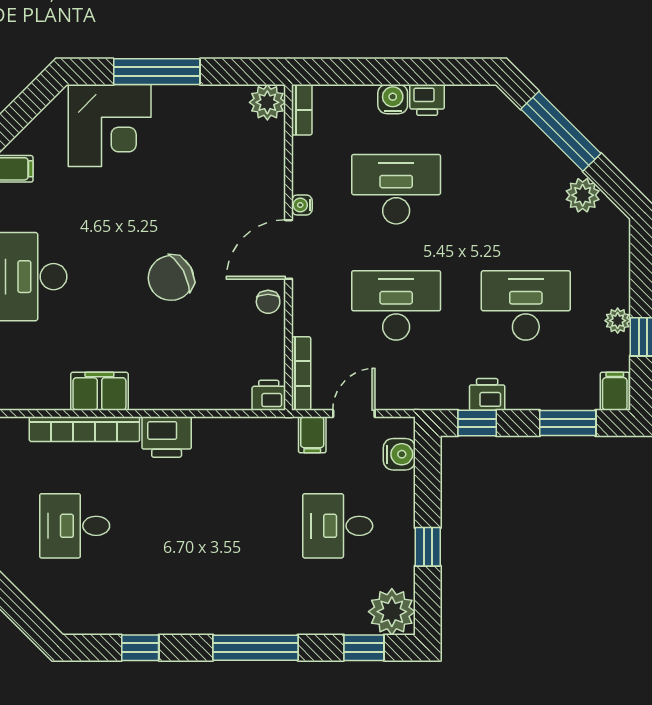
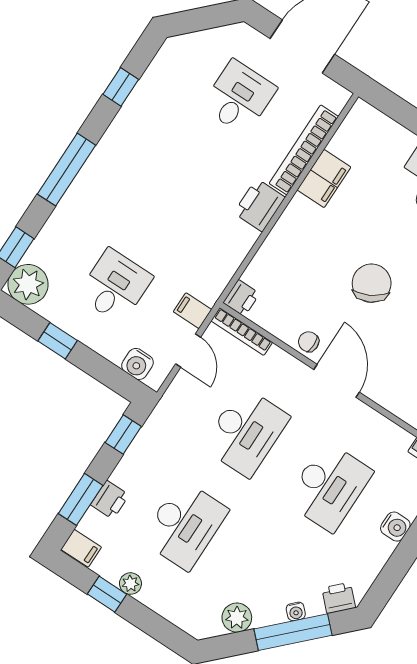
printer: (427, 100) -> (339, 598), moved, turned 45
water cooler: (302, 205) -> (296, 611), moved, turned 135
printer: (487, 394) -> (110, 500), moved

